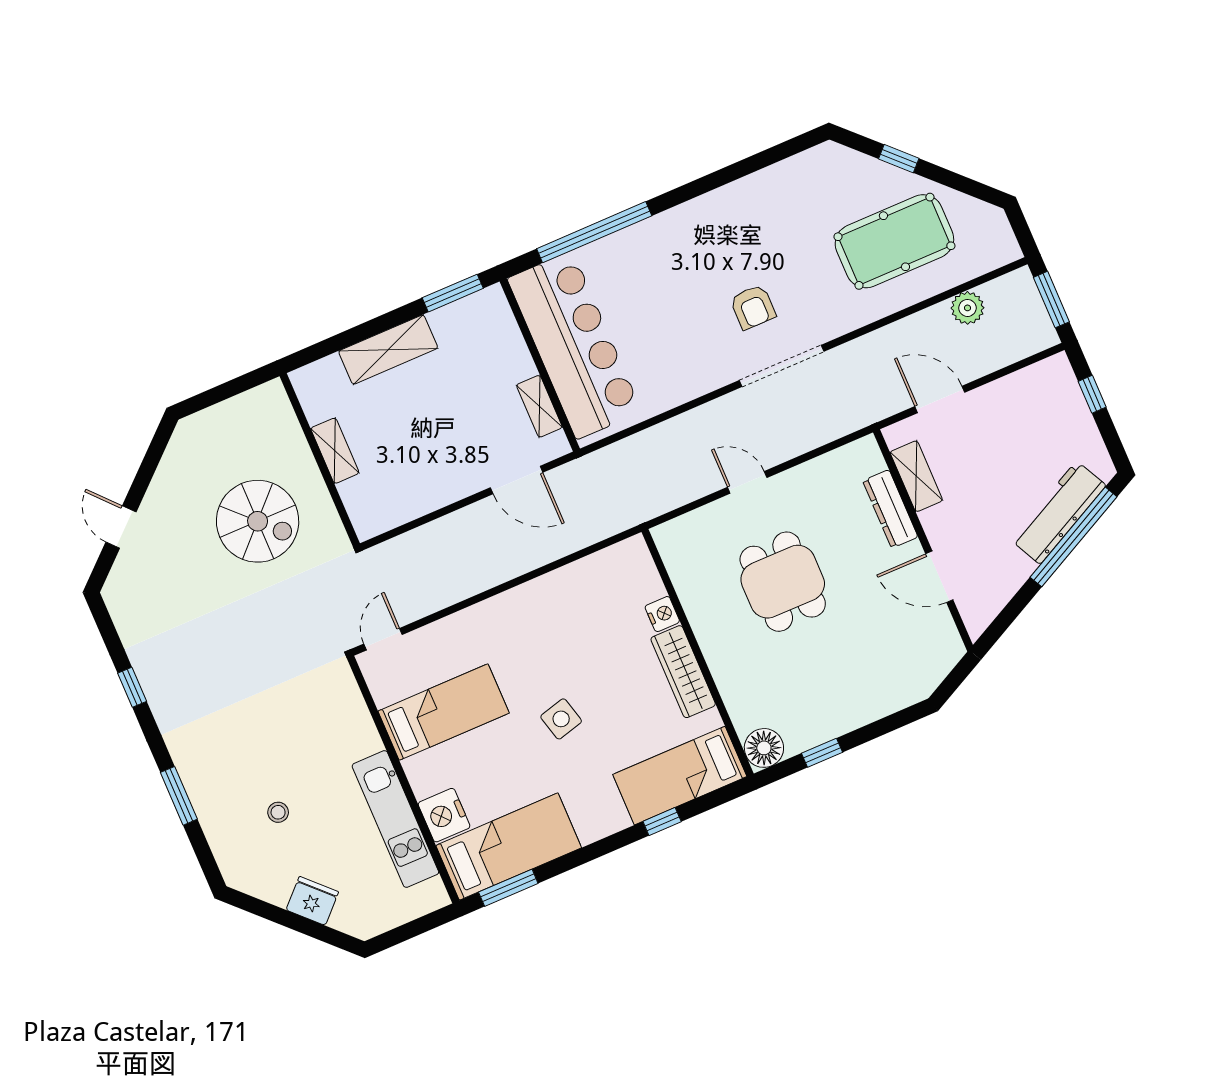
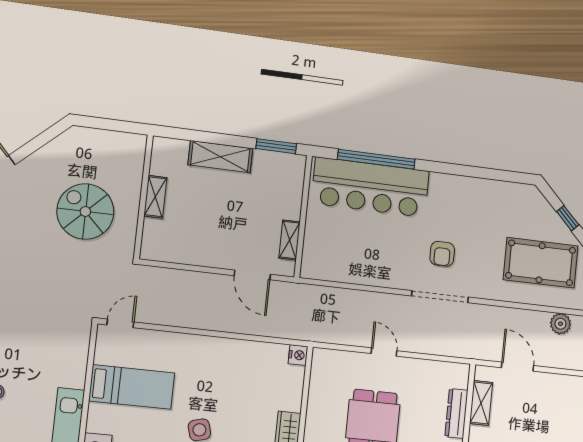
bar counter: (574, 345) -> (370, 187), moved, turned 90
spiral stairs: (258, 521) -> (85, 212), turned 180
nightstand: (662, 614) -> (298, 355), moved

